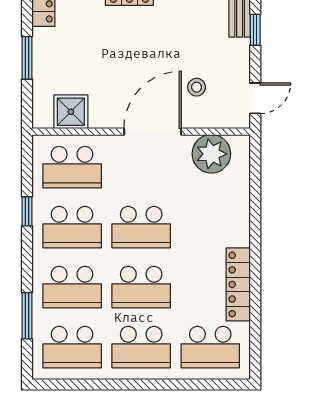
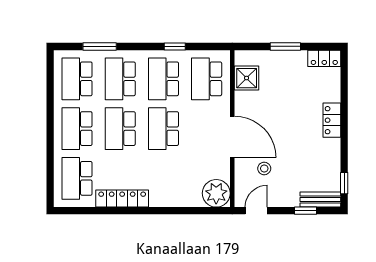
door: (255, 98) -> (256, 211), swing flipped
plant: (211, 154) -> (216, 193), moved

